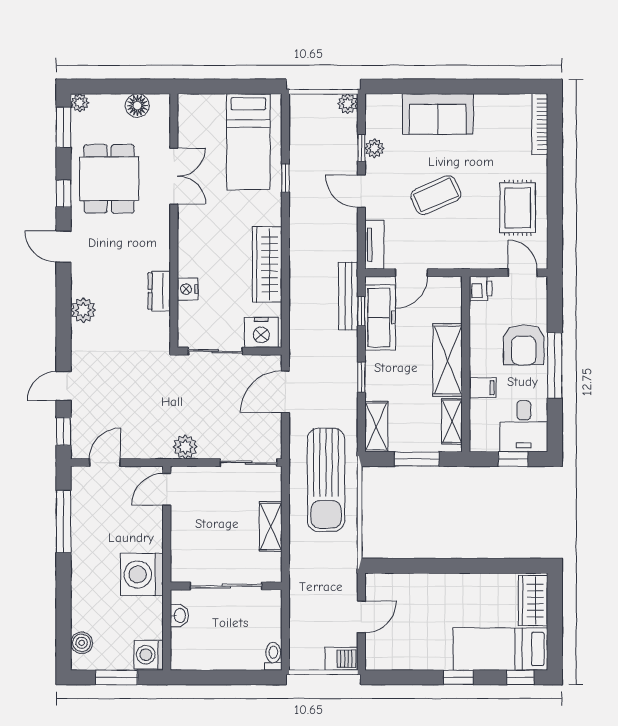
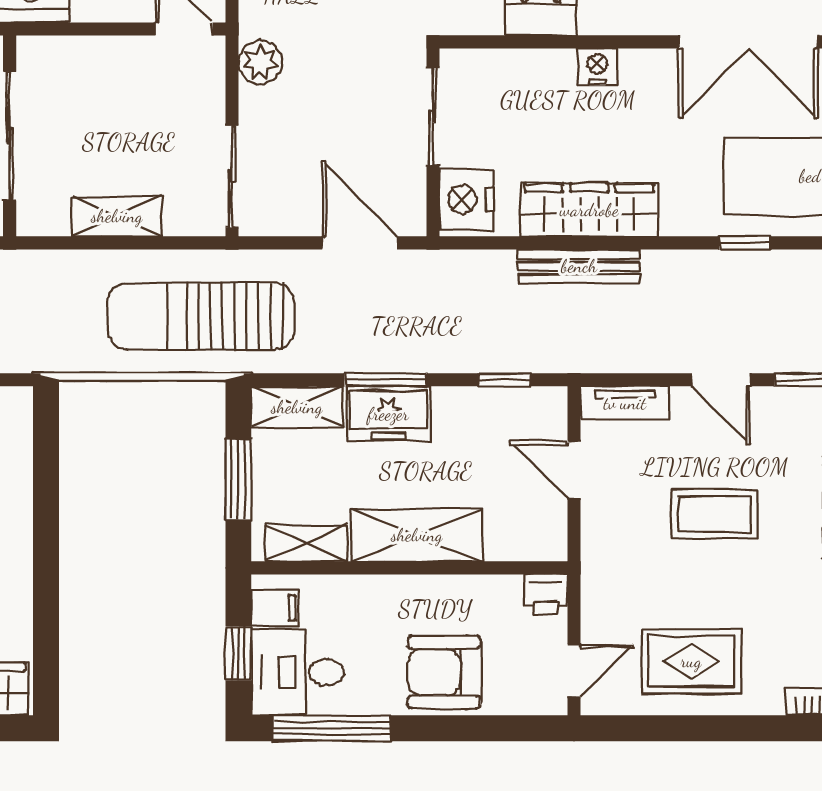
plant: (374, 148) -> (798, 403), removed
double door: (174, 176) -> (748, 42), width x1.37
door: (361, 191) -> (721, 380), swing flipped
coffee table: (436, 195) -> (714, 514), turned -66
nightstand: (188, 289) -> (597, 67), moved
bench: (348, 296) -> (579, 266), moved
freezer: (380, 318) -> (388, 414), moved, width x0.71
window: (555, 365) -> (332, 728), moved
window: (361, 377) -> (386, 380), width x1.50
filing cabinet: (483, 388) -> (275, 608), moved, turned -90

